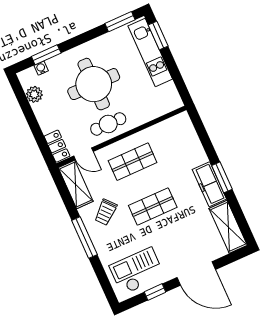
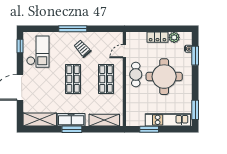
window: (158, 36) -> (149, 129), moved
locker: (57, 146) -> (157, 37), moved
shelving: (76, 184) -> (104, 120), moved
window: (155, 292) -> (20, 46), moved

